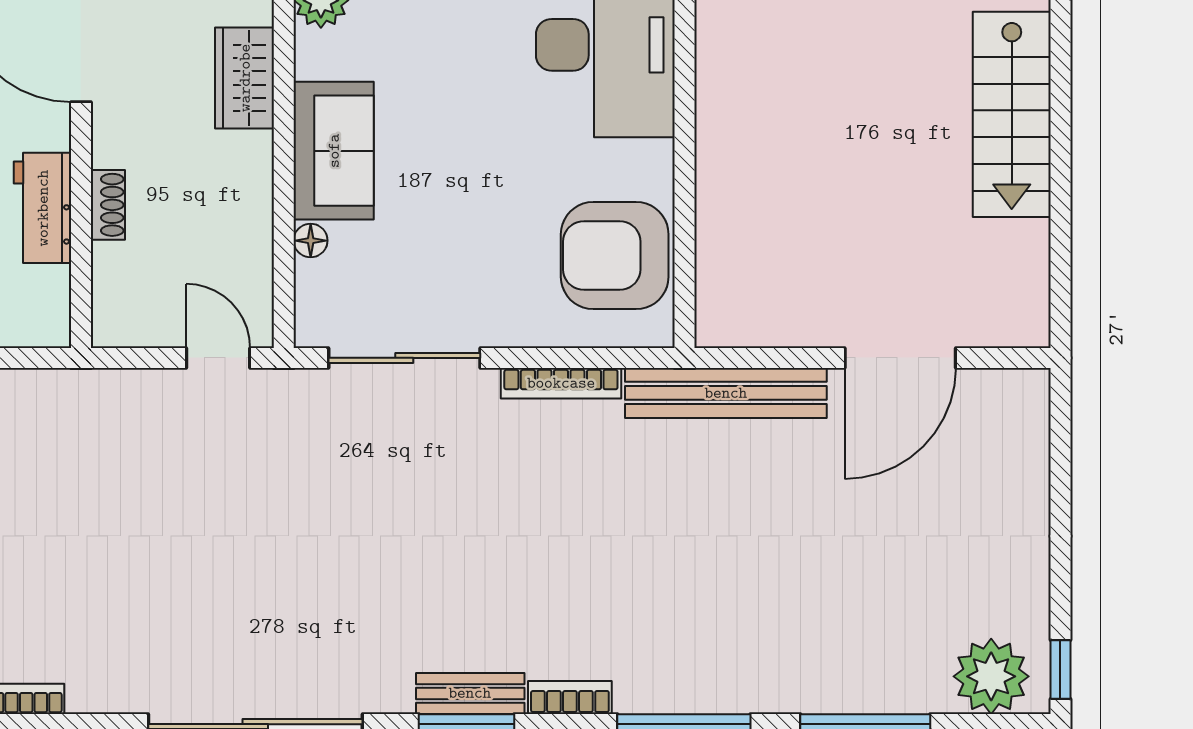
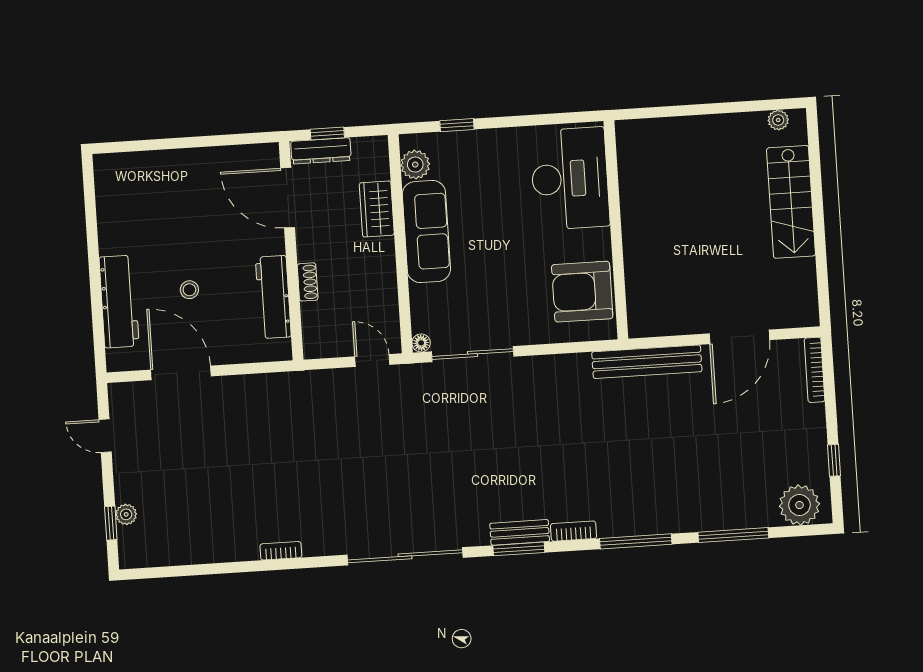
sofa: (334, 151) -> (426, 232), width x1.36
workbench: (43, 208) -> (273, 297), width x1.38
floor lamp: (311, 241) -> (421, 343), moved
bookcase: (561, 383) -> (815, 370), moved, turned 90
window: (1060, 669) -> (834, 460), moved

